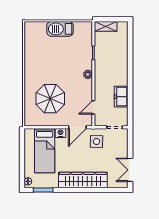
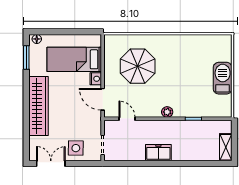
shelving: (106, 26) -> (226, 147), moved
freezer: (121, 97) -> (158, 153), moved
side table: (96, 142) -> (76, 148), moved

